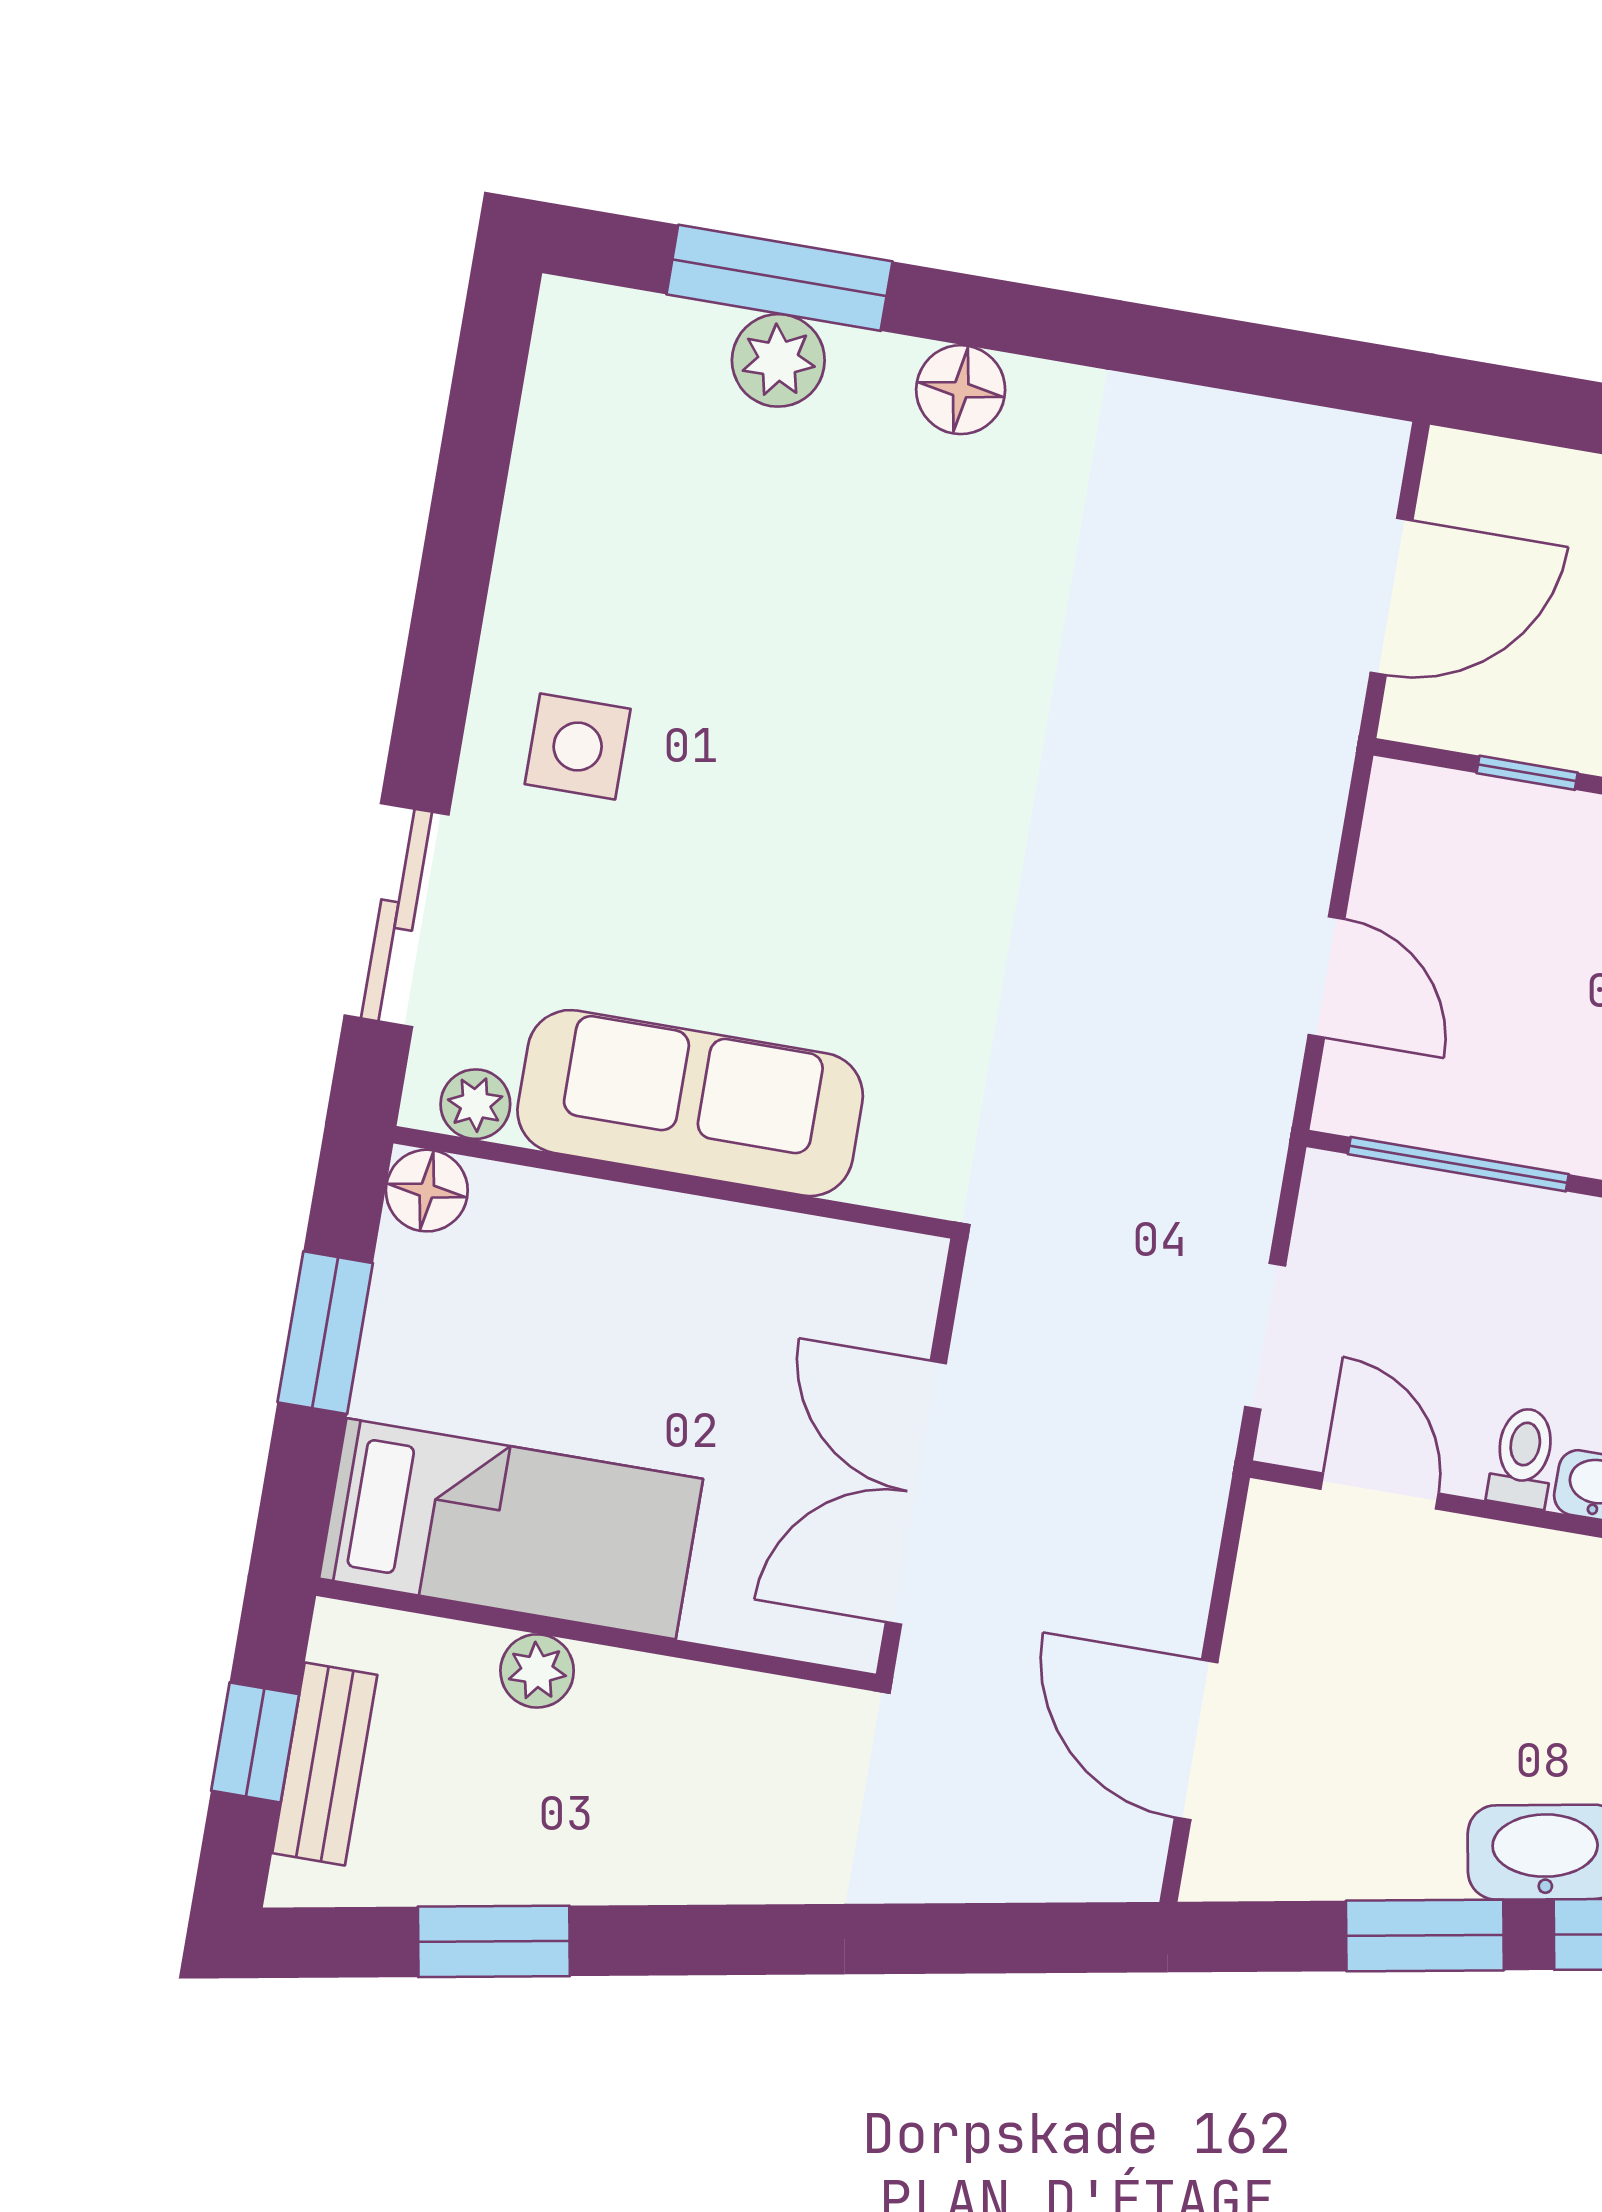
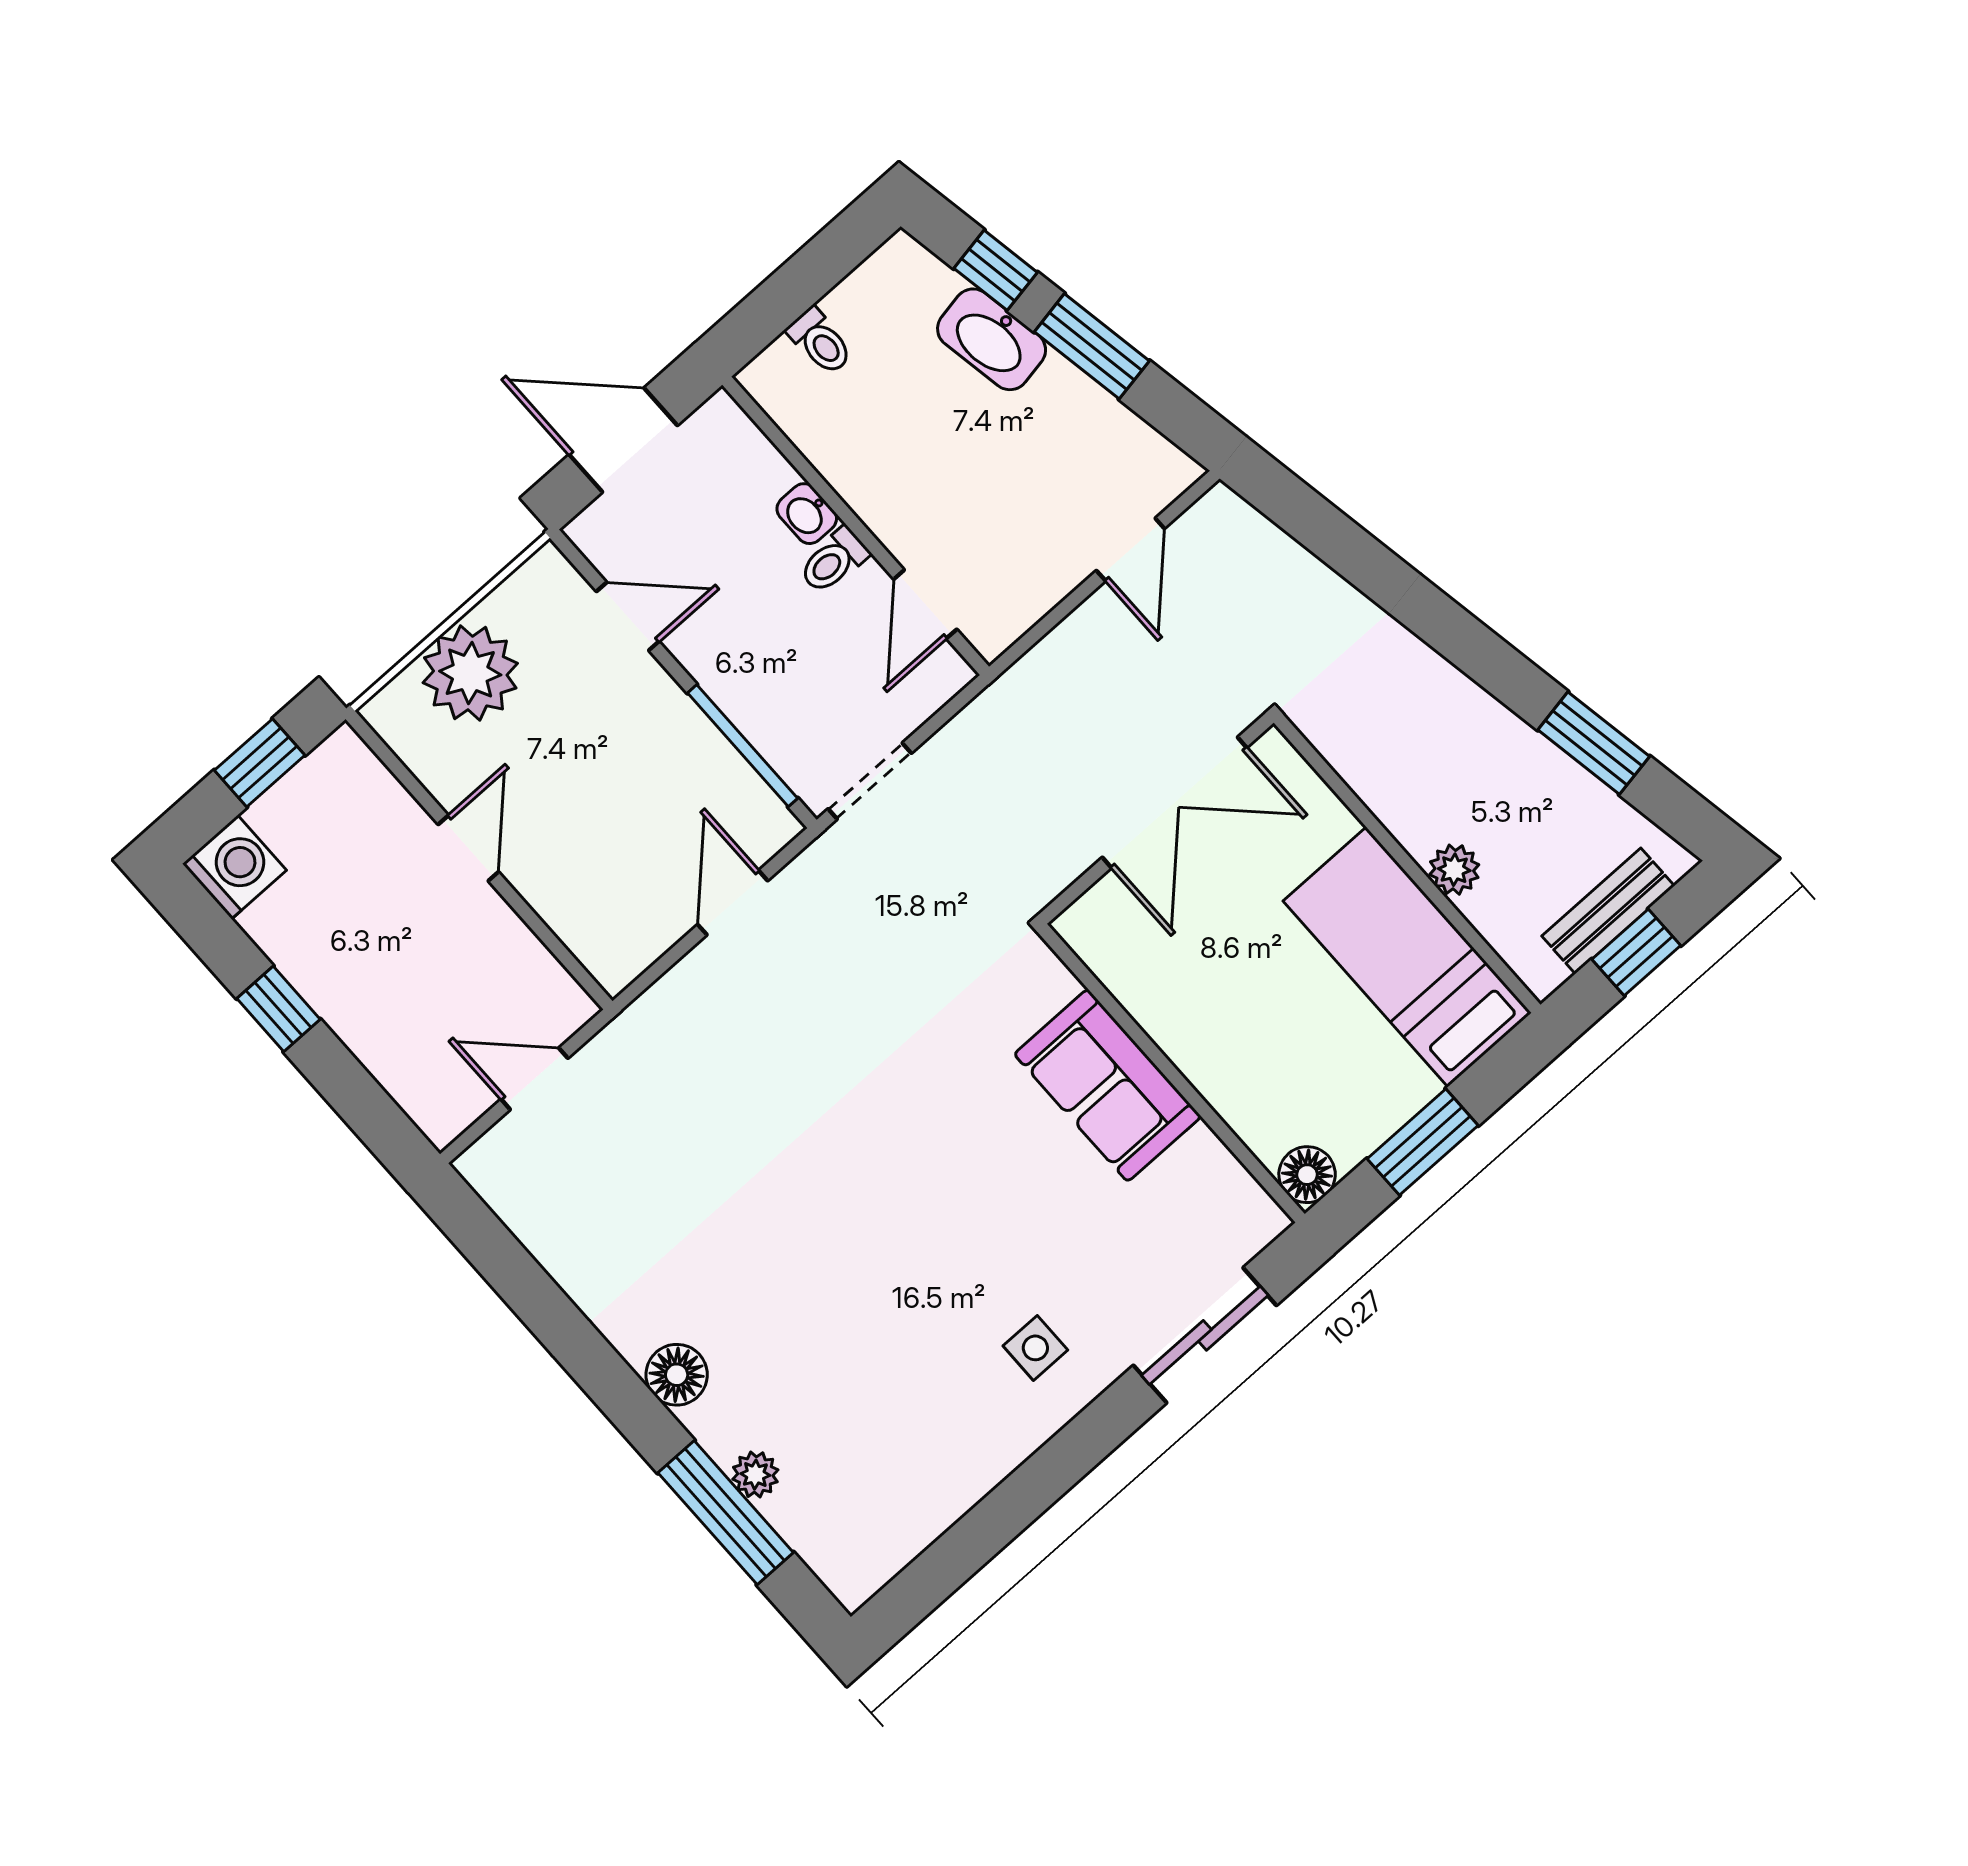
plant: (778, 360) -> (755, 1475), width x0.73, depth x0.73
door: (1392, 597) -> (534, 1079), width x0.73
side table: (578, 747) -> (1035, 1348), width x0.73, depth x0.73
window: (1527, 773) -> (537, 926), removed
sofa: (690, 1103) -> (1108, 1085), width x0.73
plant: (475, 1104) -> (1244, 1200), removed
doorway: (1265, 1336) -> (870, 781), moved
door: (1196, 1740) -> (1130, 549), width x0.73

